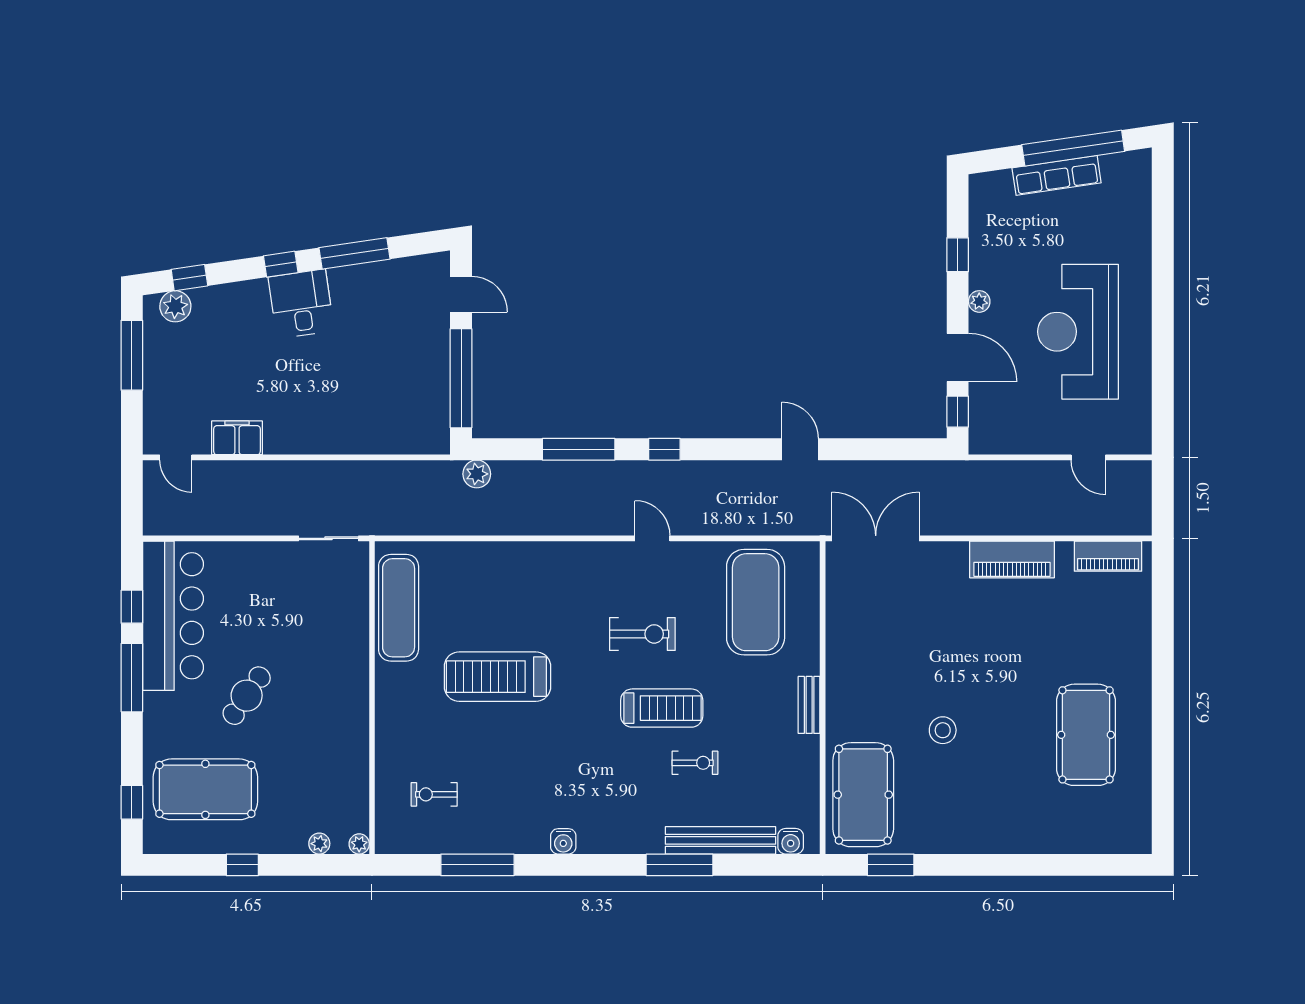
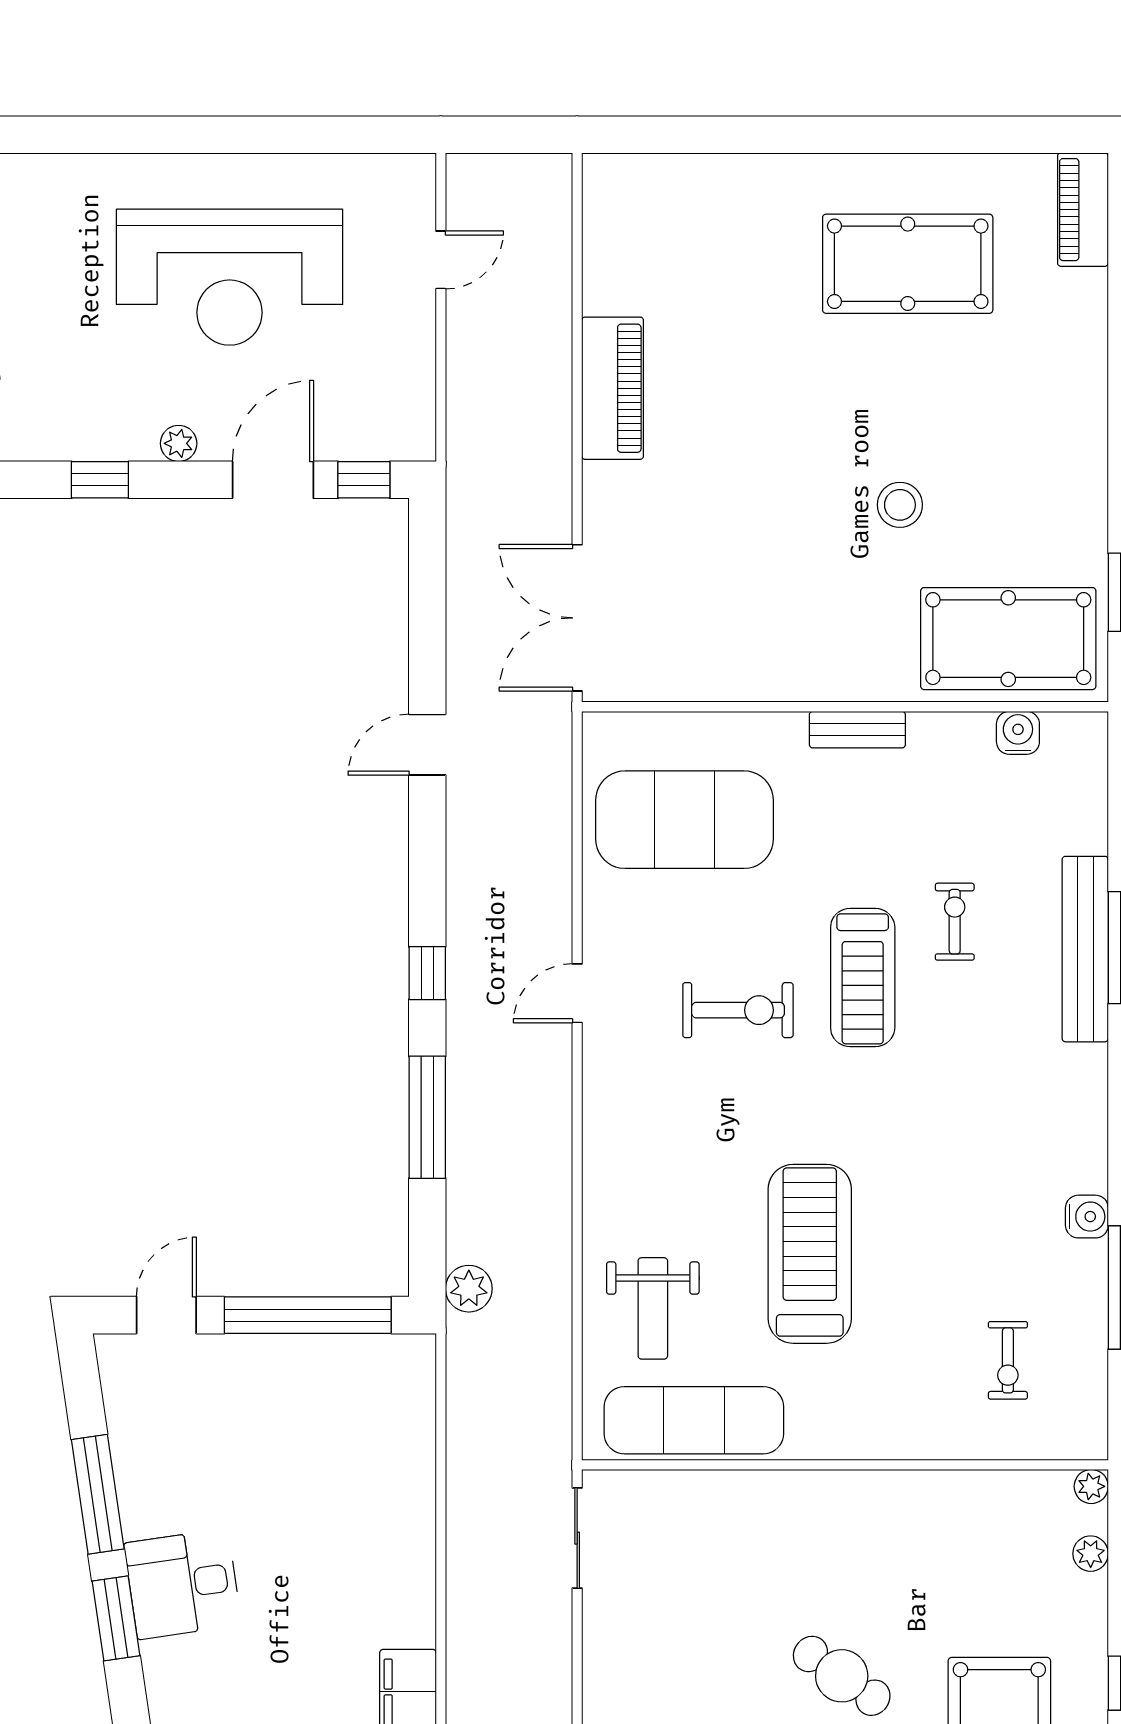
window: (281, 264) -> (116, 1618), width x1.50
piano: (1108, 556) -> (1083, 210), moved, turned 180
weight bench: (465, 583) -> (653, 1308), added
exercise bike: (642, 634) -> (738, 1010), turned 90
treadmill: (497, 677) -> (810, 1254), turned 180
treadmill: (662, 708) -> (863, 977), turned 180
bench: (721, 840) -> (1085, 949), moved
water cooler: (563, 841) -> (1087, 1217), moved
water cooler: (791, 841) -> (1018, 733), moved, turned -90

